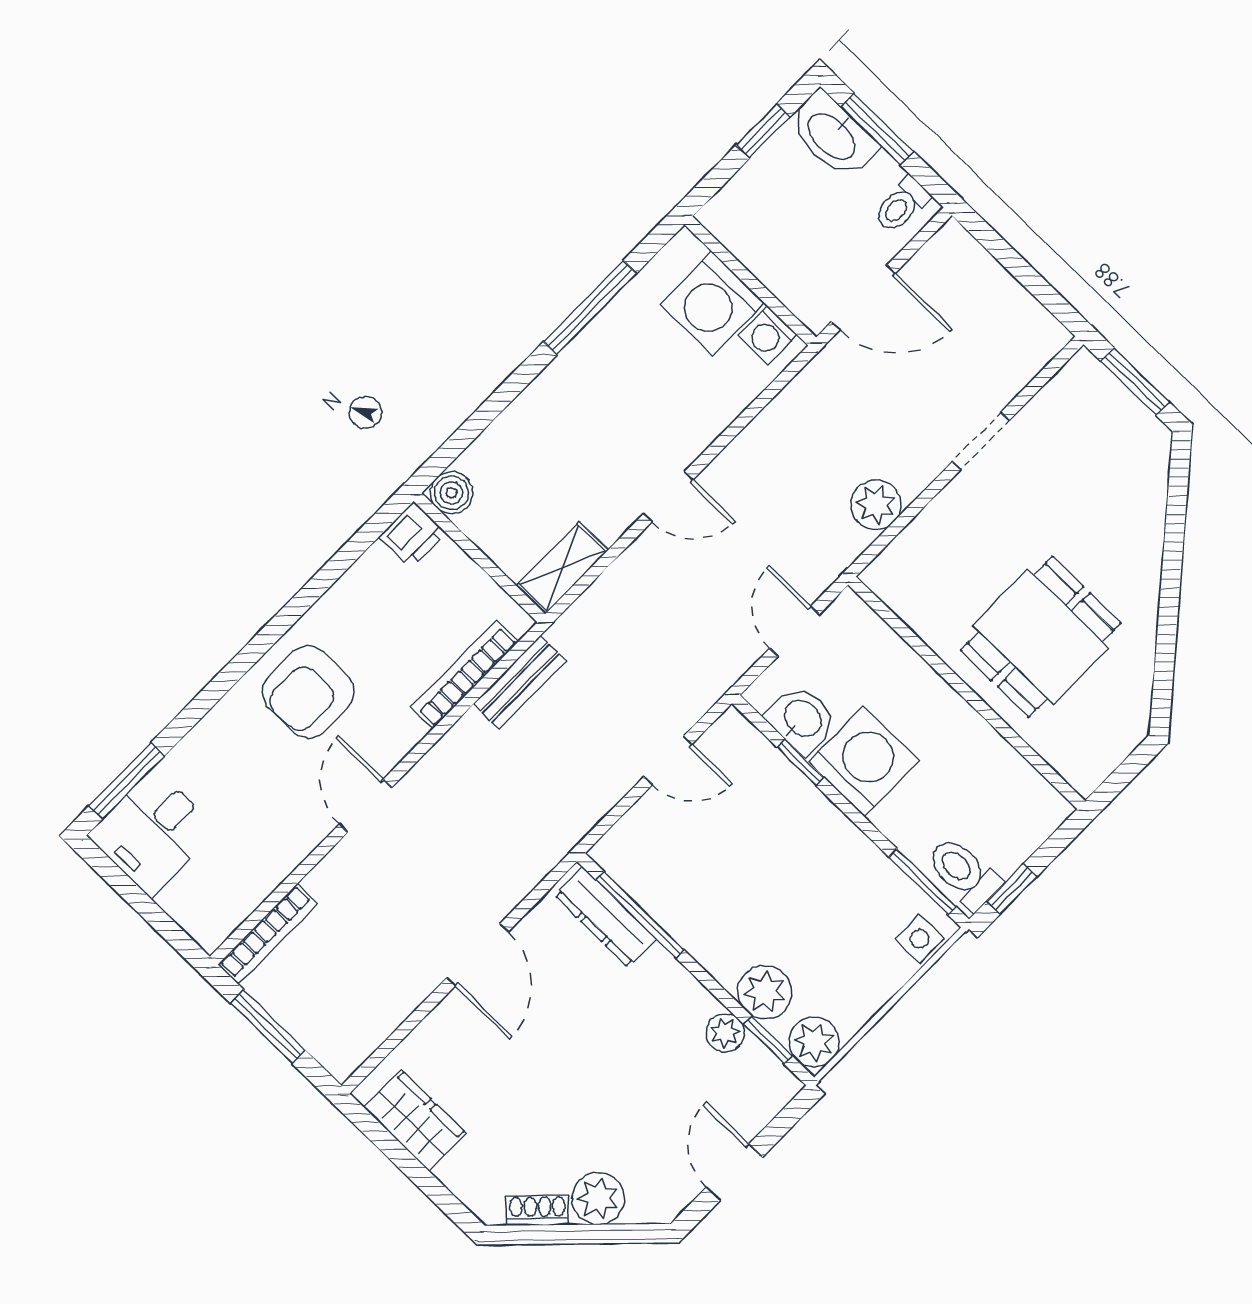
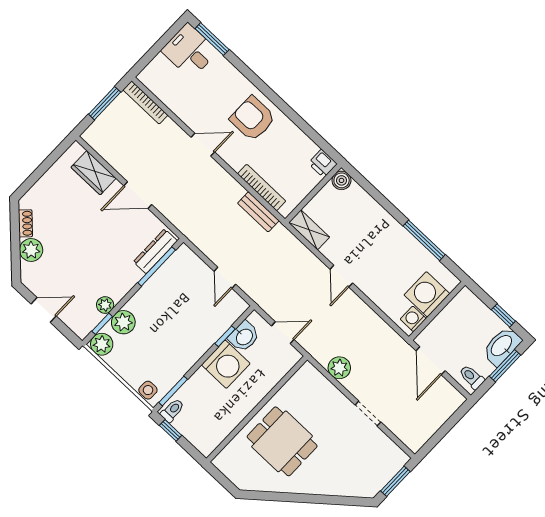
toilet: (964, 873) -> (172, 410), width x0.73, depth x0.72
wardrobe: (415, 1120) -> (94, 173), moved, turned 90

